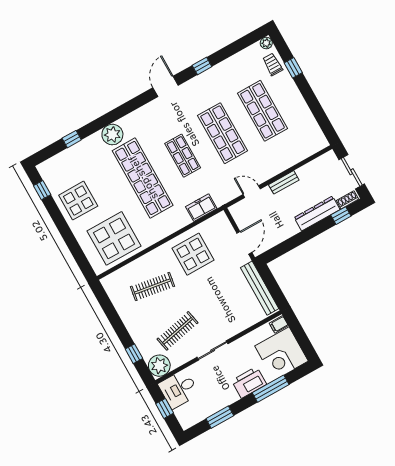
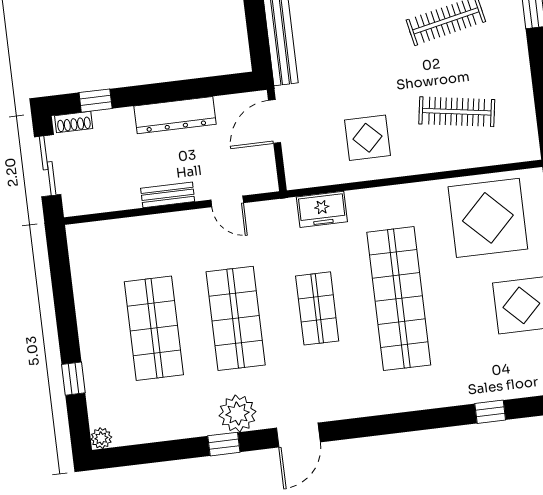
trolley: (273, 64) -> (106, 398), removed
plant: (112, 135) -> (238, 414), moved
dresser: (317, 214) -> (175, 115), moved
display table: (193, 254) -> (367, 138), width x0.73, depth x0.73

